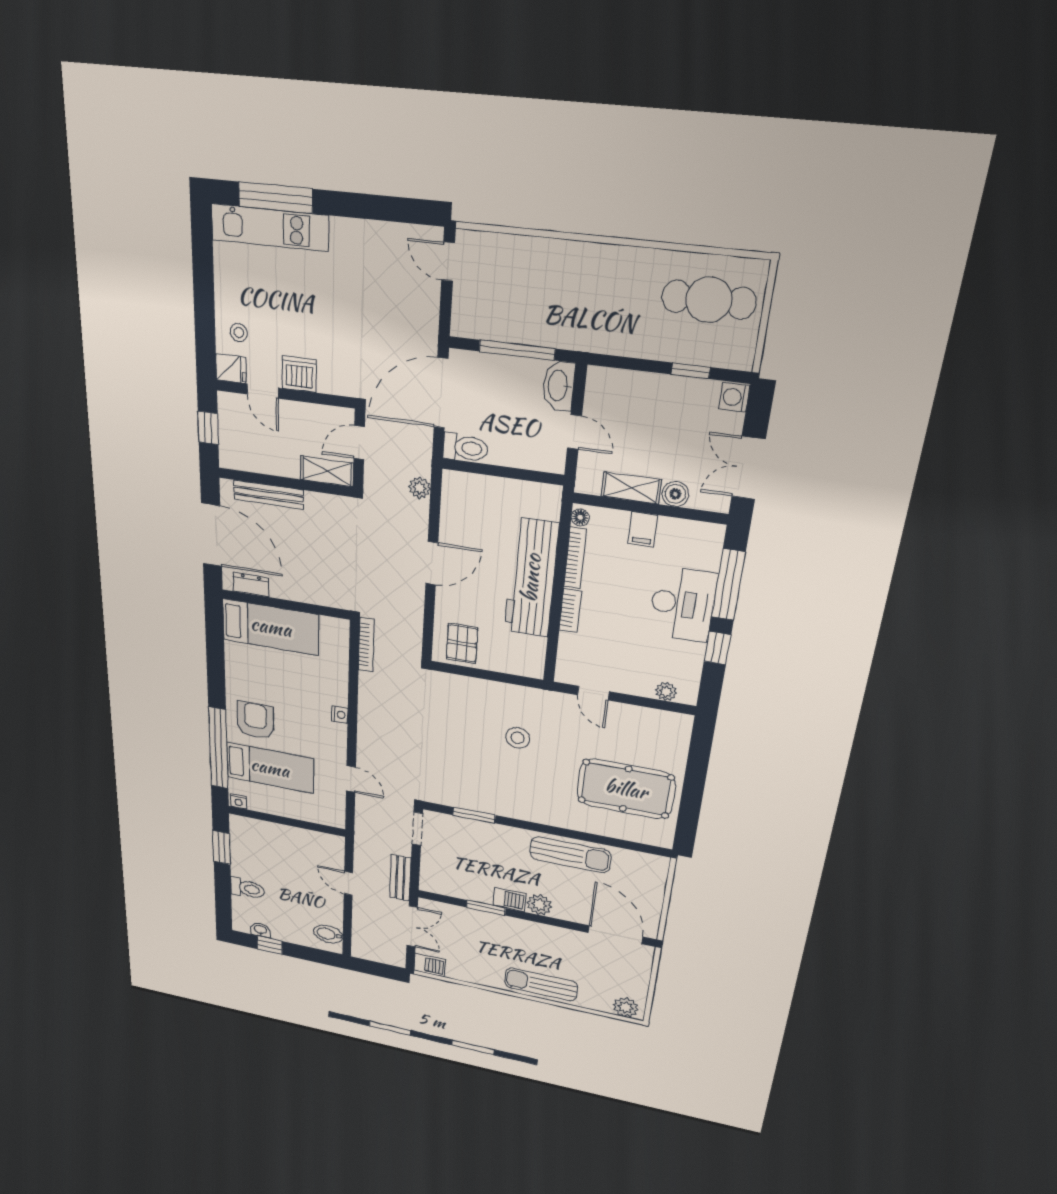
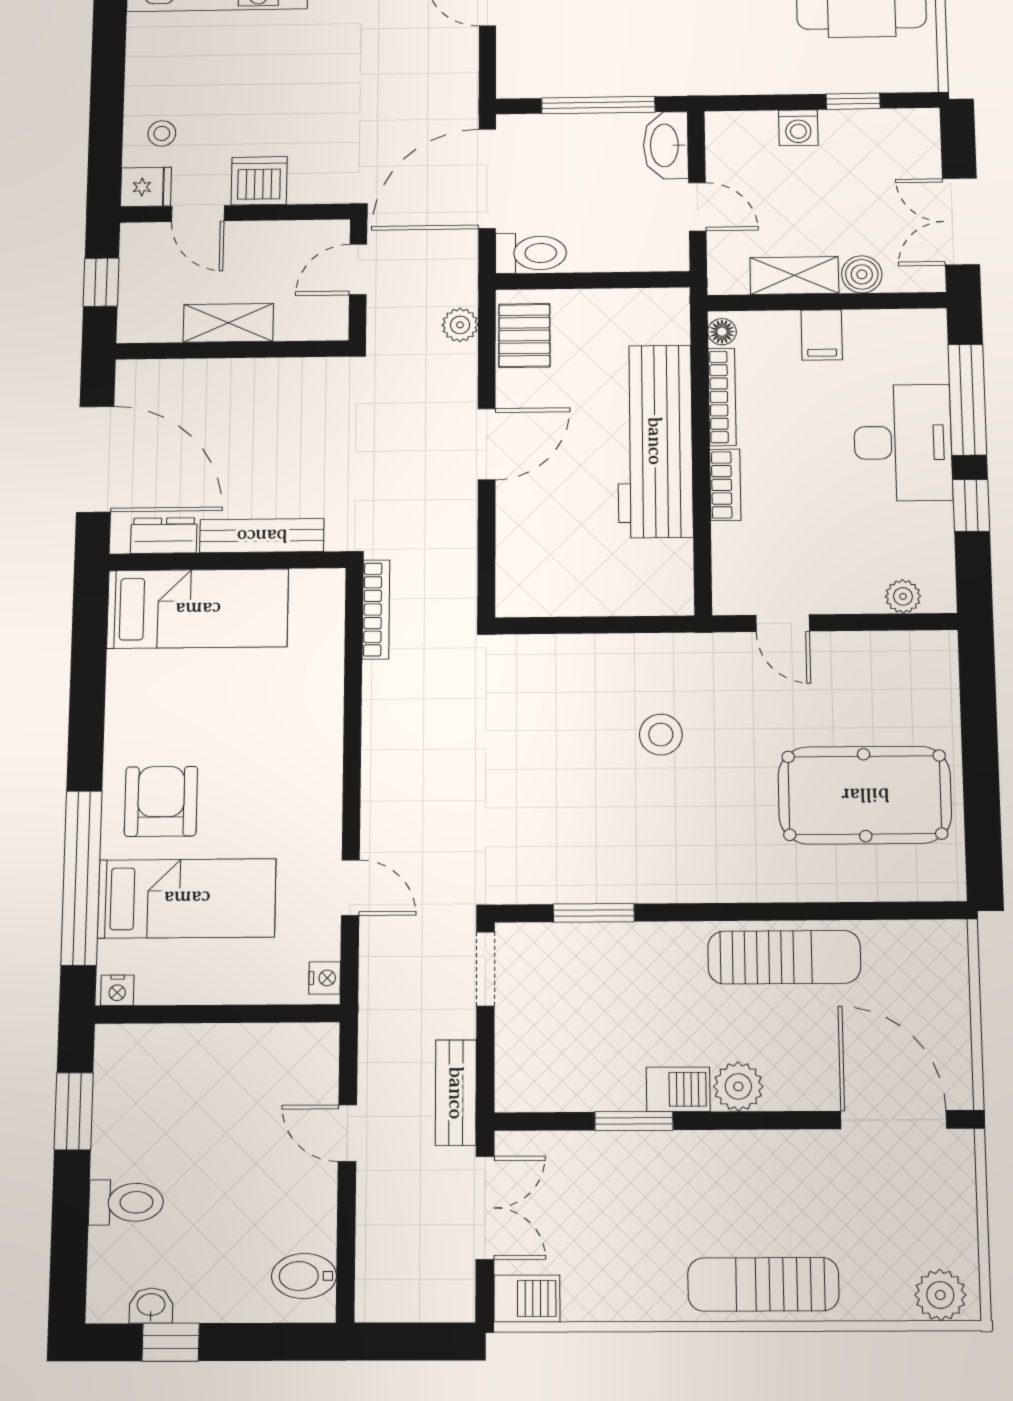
washing machine: (734, 397) -> (798, 128), moved, turned -90
shelving: (327, 471) -> (228, 323), moved
bench: (269, 495) -> (262, 536), moved
pallet: (462, 643) -> (524, 335), moved
nightstand: (340, 715) -> (325, 978), moved

